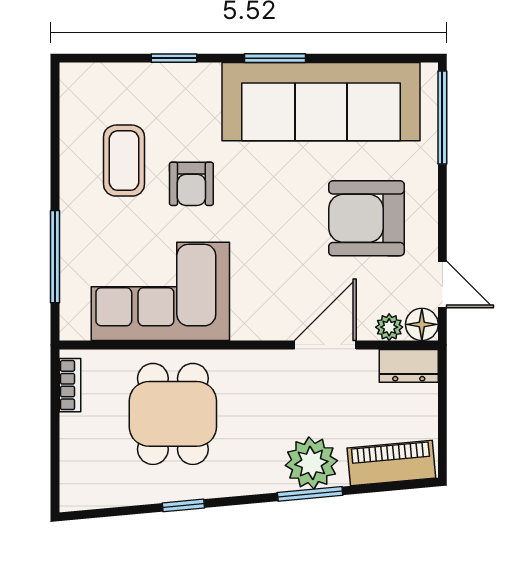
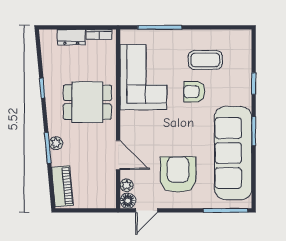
dresser: (409, 366) -> (71, 37), moved, turned -90
dining table: (173, 414) -> (87, 102), moved
plant: (311, 463) -> (56, 143), width x0.53, depth x0.53

